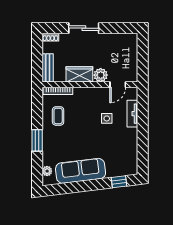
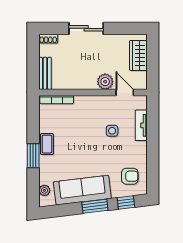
wardrobe: (79, 74) -> (138, 55), moved, turned -90
door: (118, 85) -> (125, 92), swing flipped
coffee table: (58, 116) -> (47, 144), moved
armchair: (122, 159) -> (130, 176), added
window: (92, 185) -> (95, 206), added

